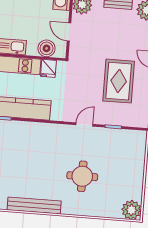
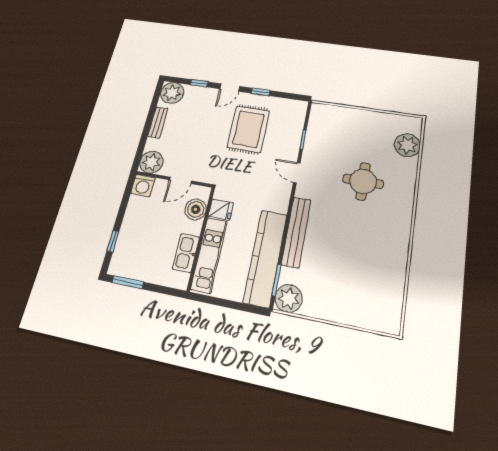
rug: (119, 81) -> (248, 129), turned 90
bench: (34, 206) -> (296, 232), moved
plant: (131, 210) -> (407, 145), moved

